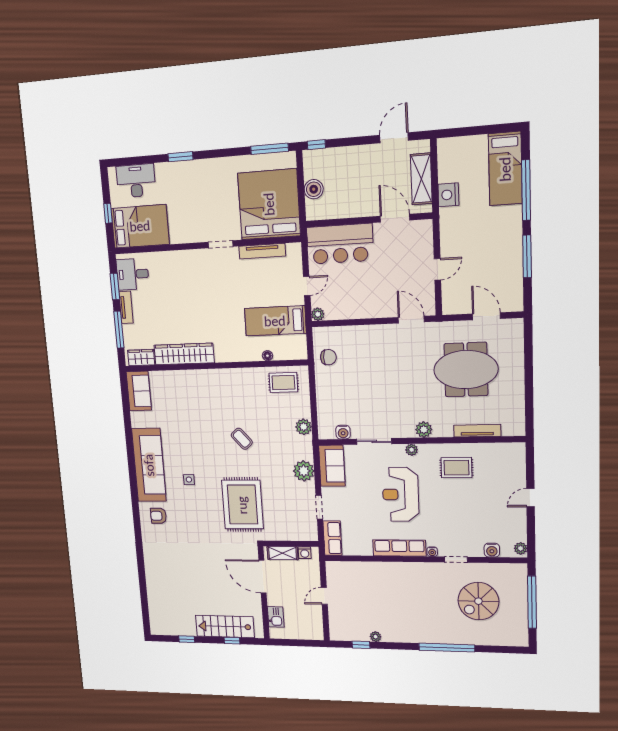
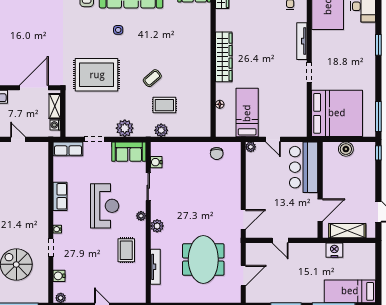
tv unit: (262, 251) -> (302, 41), moved
wardrobe: (184, 354) -> (224, 57), moved
rug: (283, 383) -> (164, 105), moved, turned 90
reception desk: (401, 494) -> (105, 206), turned 90
row of seats: (399, 548) -> (60, 196), width x0.68

